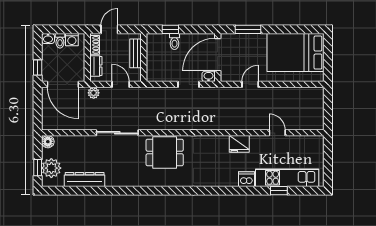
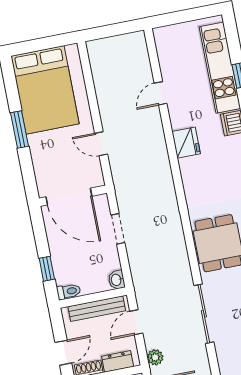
door: (109, 29) -> (63, 353), swing flipped
window: (248, 29) -> (19, 130), moved
toilet: (175, 41) -> (69, 291), moved
bench: (136, 53) -> (97, 309), width x1.36
washbasin: (209, 76) -> (117, 280), moved

